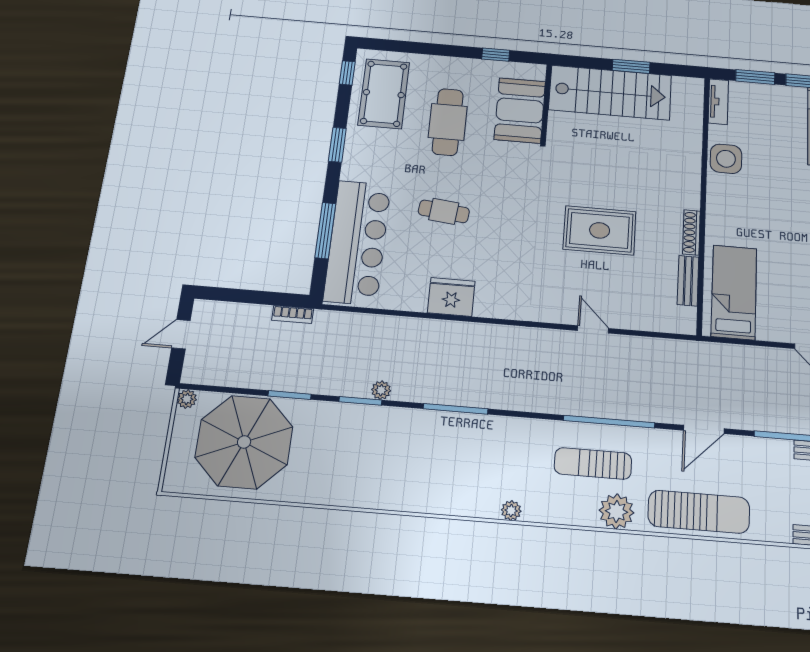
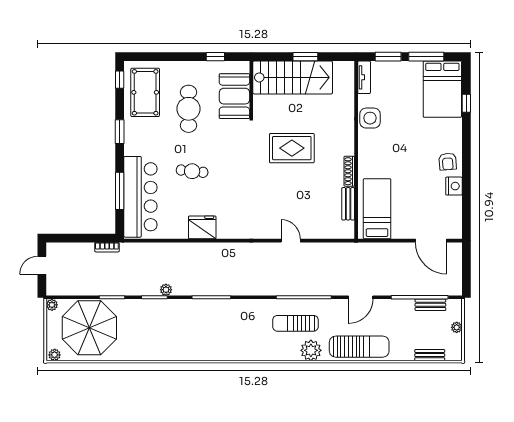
rug: (600, 230) -> (292, 148), moved
plant: (511, 511) -> (55, 355), moved

